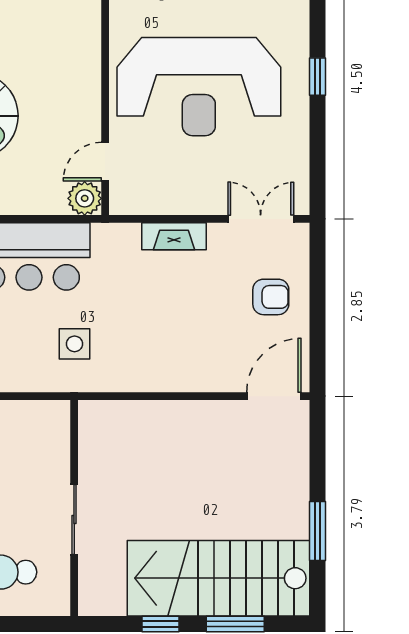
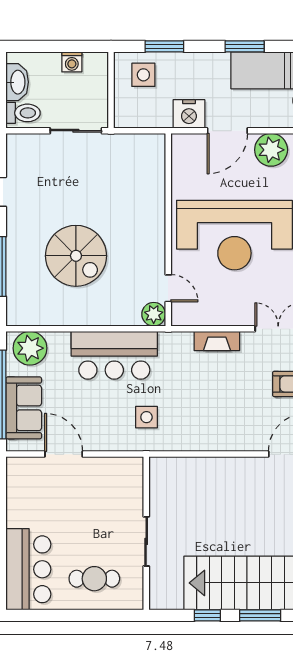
door: (105, 162) -> (168, 288), swing flipped

